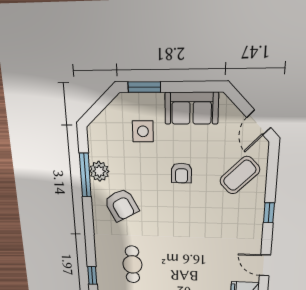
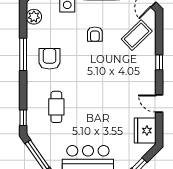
plant: (99, 171) -> (34, 17), moved
window: (85, 175) -> (23, 54), moved
armchair: (121, 205) -> (49, 59), turned -152

